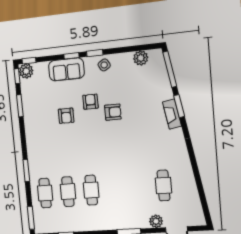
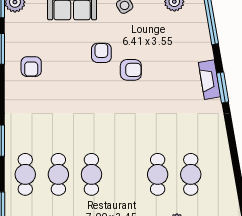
window: (179, 106) -> (223, 88), moved
armchair: (66, 116) -> (31, 67), moved
cafe table: (139, 187) -> (158, 174), added

